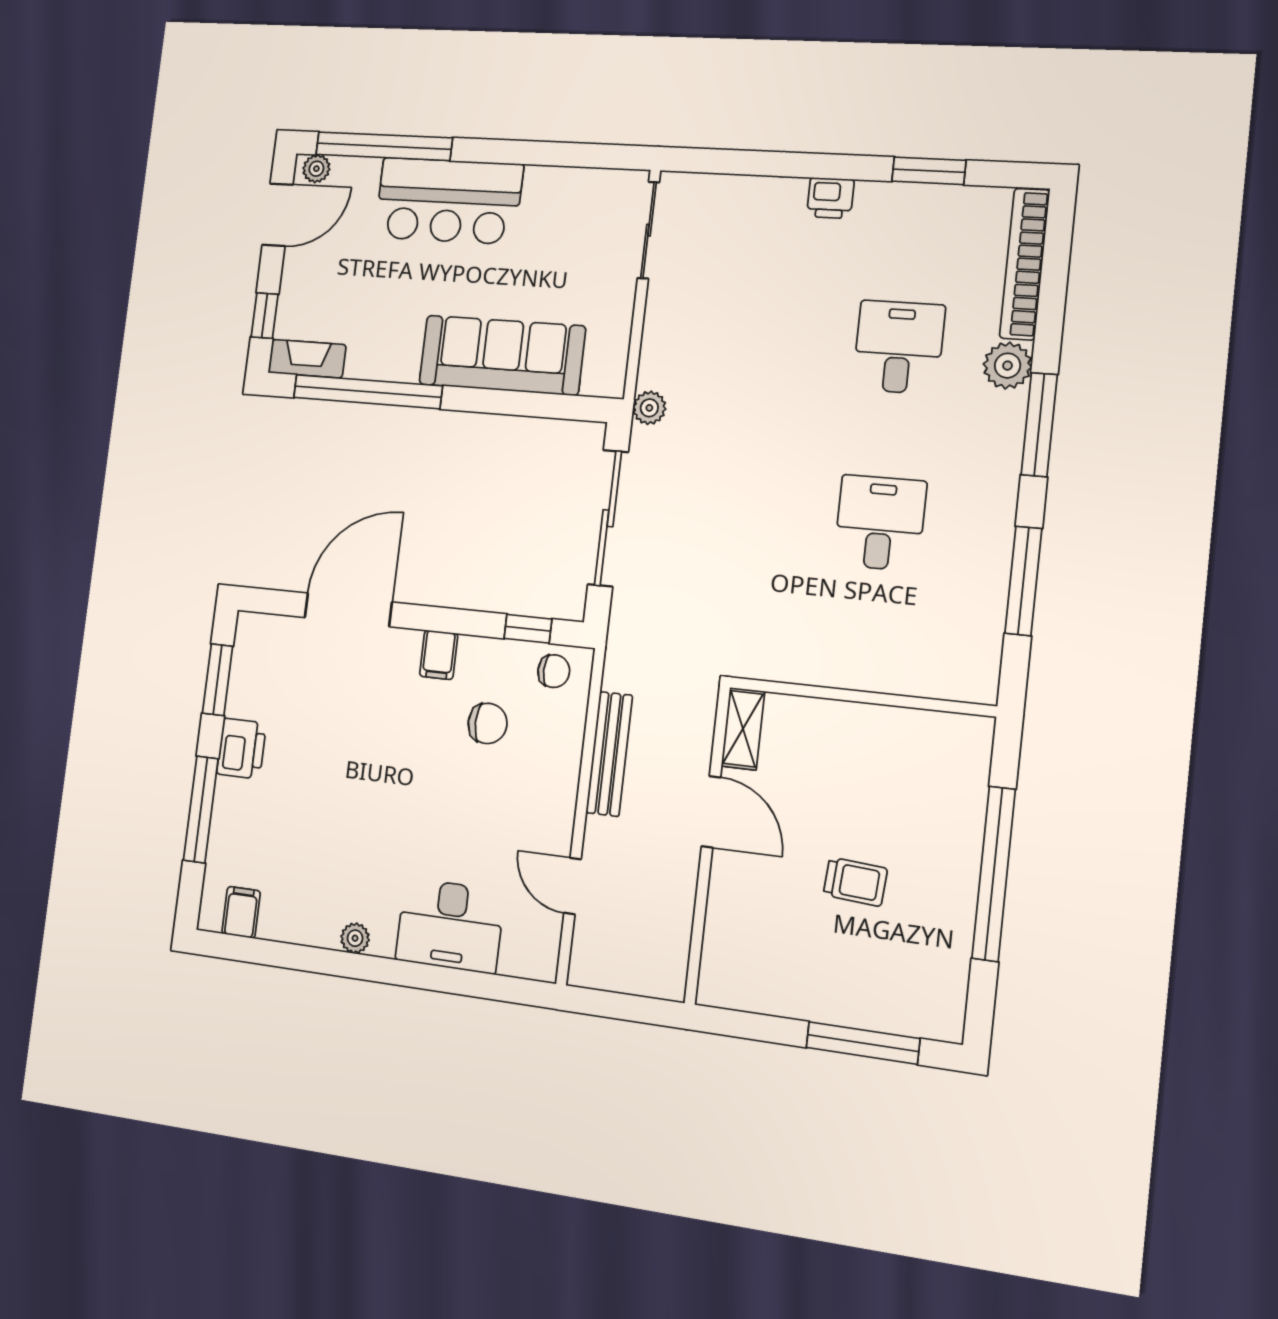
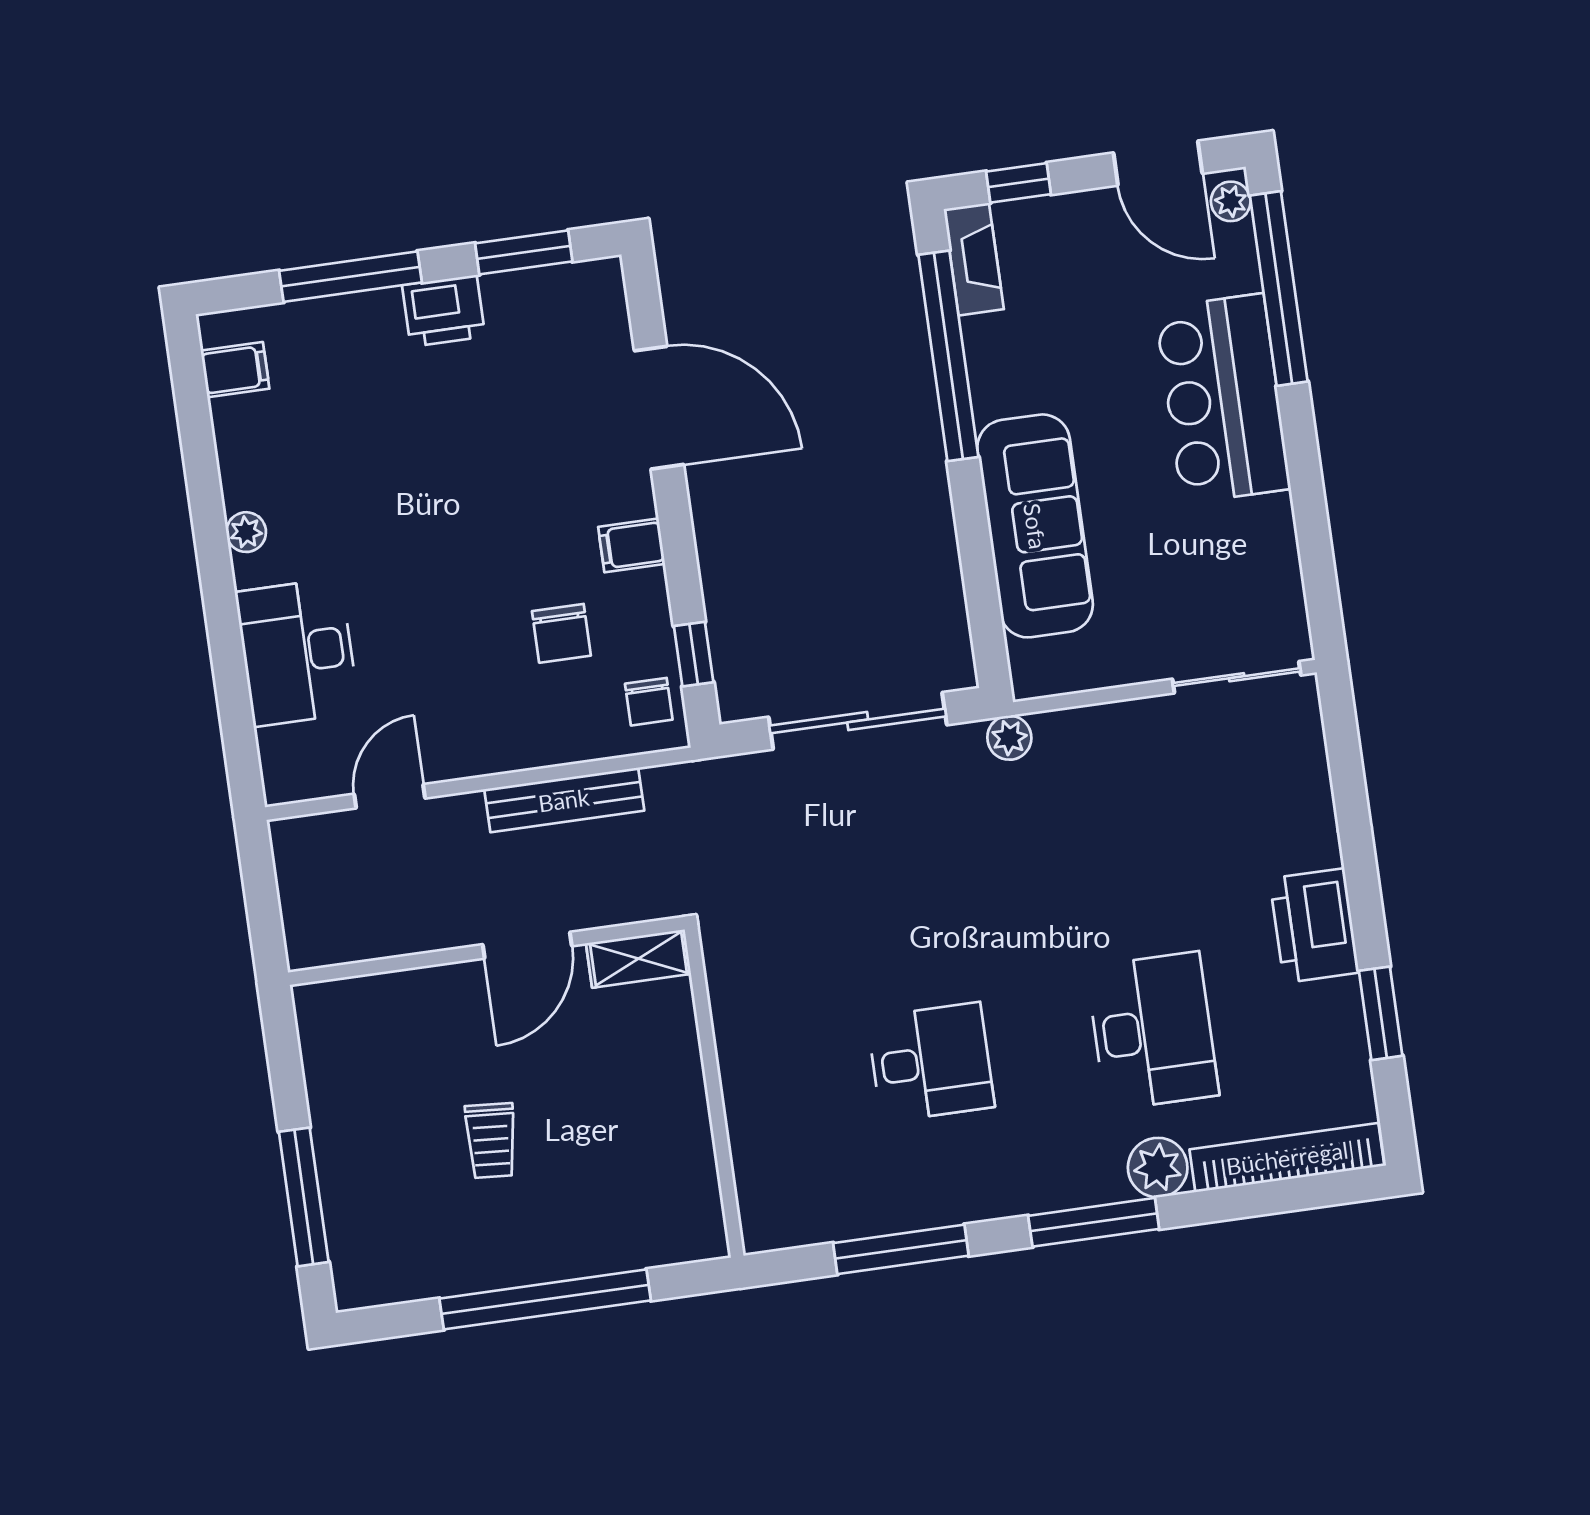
printer: (830, 198) -> (1314, 926), width x1.87, depth x1.48
desk: (899, 347) -> (1153, 1031), width x1.37

